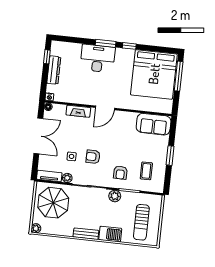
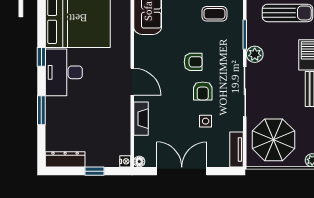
window: (106, 43) -> (41, 110), moved
window: (47, 57) -> (95, 171), moved
desk: (98, 58) -> (64, 72), moved
dresser: (54, 70) -> (65, 159), moved
armchair: (120, 173) -> (193, 62), moved
plant: (67, 178) -> (237, 124), removed

